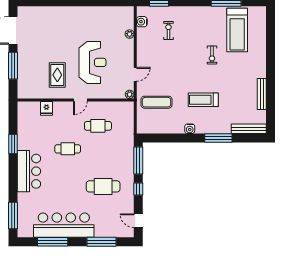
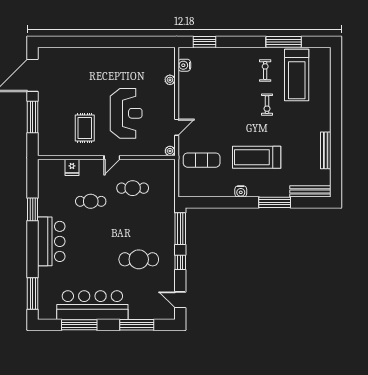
exercise bike: (168, 30) -> (265, 71), moved
treadmill: (203, 100) -> (257, 157), width x1.37, depth x1.38
cafe table: (68, 149) -> (91, 201), moved

